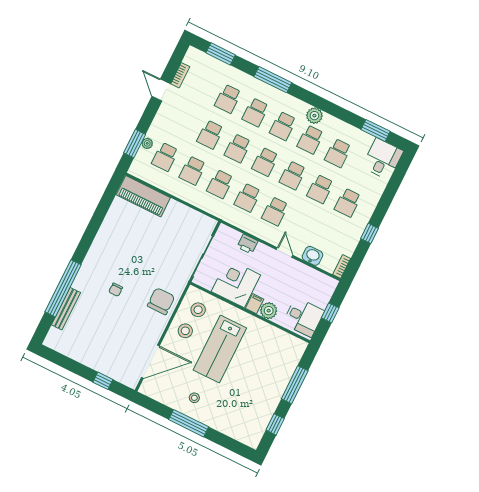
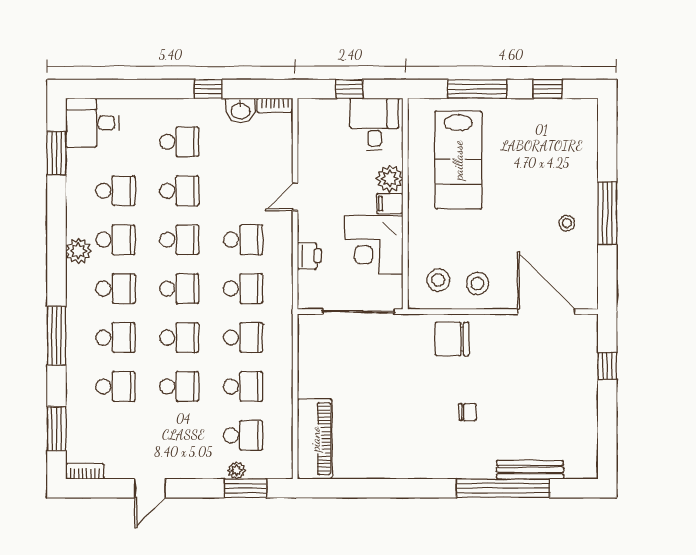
bookcase: (180, 75) -> (85, 471), moved
washbasin: (312, 256) -> (240, 111), moved, turned -90
lab bench: (220, 349) -> (458, 160), moved, turned 90

